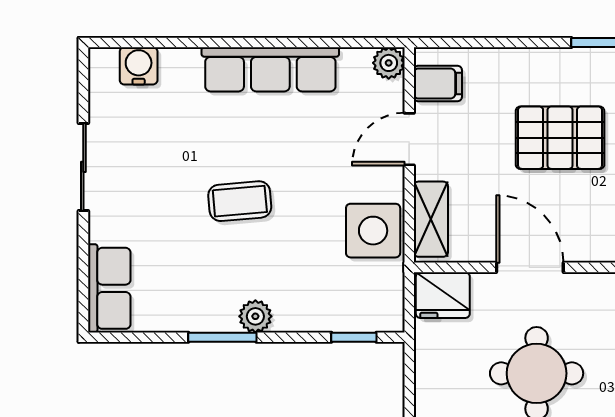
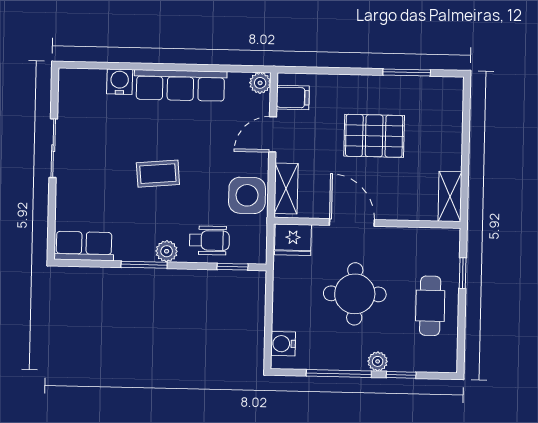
water cooler: (139, 66) -> (120, 82), moved
row of seats: (109, 288) -> (84, 246), moved, turned -90
wheelchair: (318, 299) -> (209, 240), added

